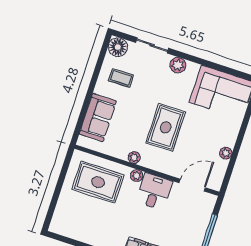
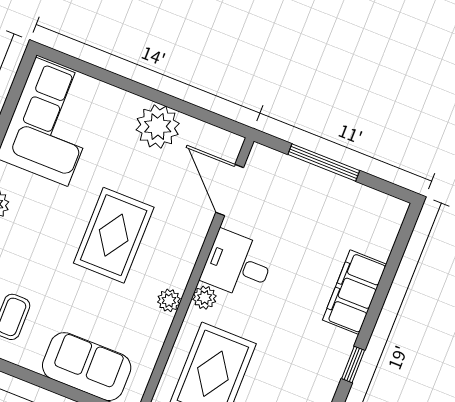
rug: (166, 127) -> (114, 235), turned 90
plant: (226, 153) -> (158, 127), width x1.87, depth x1.87

